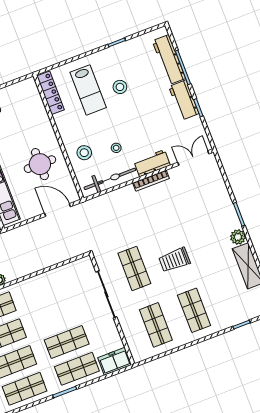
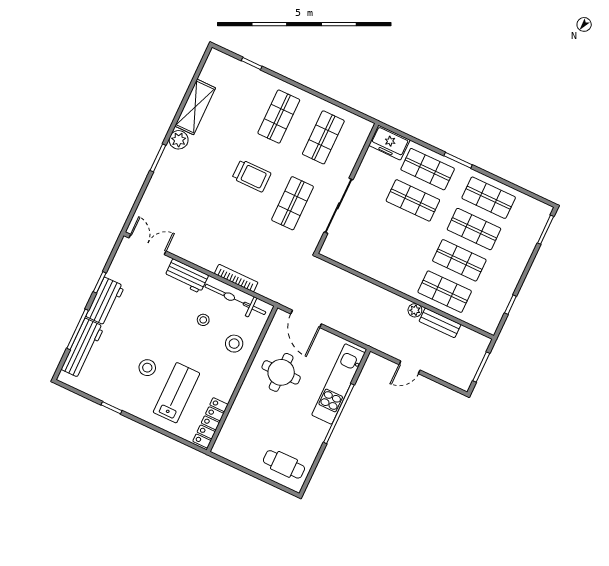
double door: (193, 158) -> (147, 245), swing flipped
bookcase: (151, 181) -> (236, 278), moved

